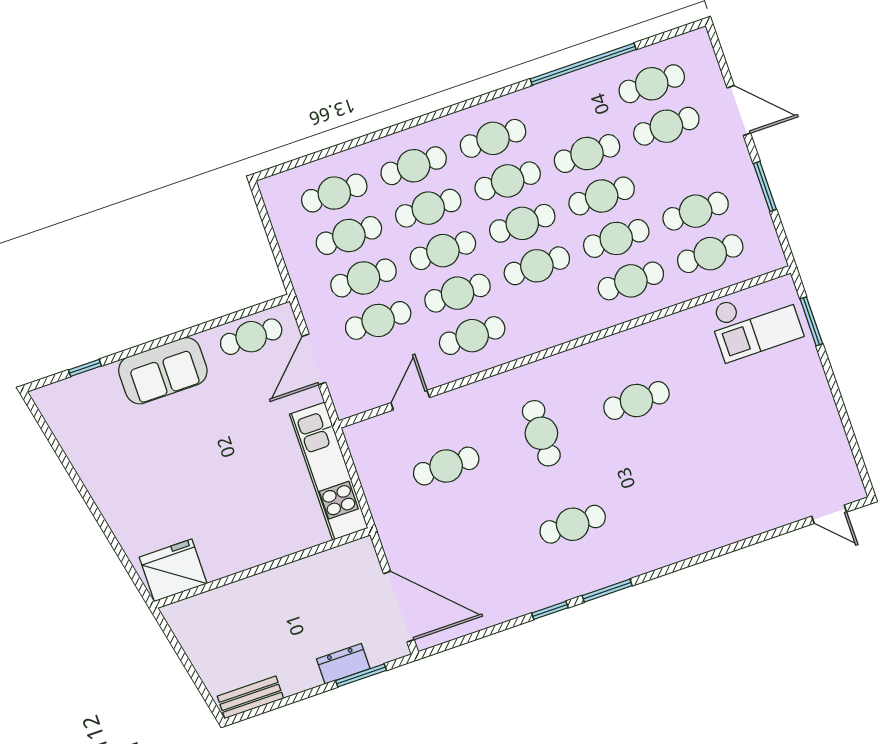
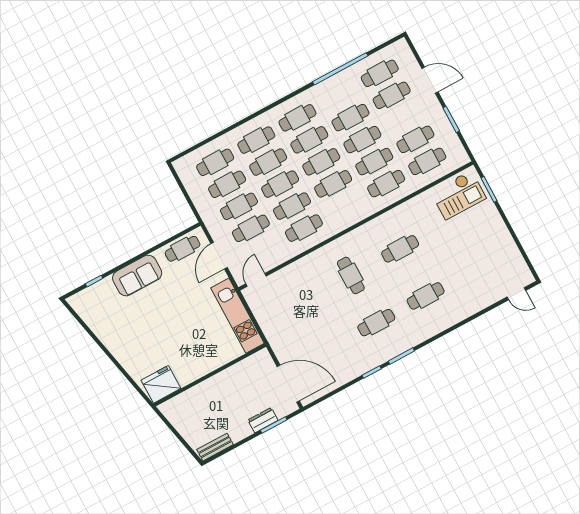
door: (410, 400) -> (256, 280), moved
cafe table: (446, 466) -> (426, 296), moved

